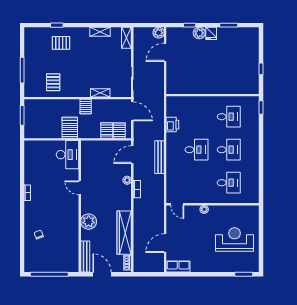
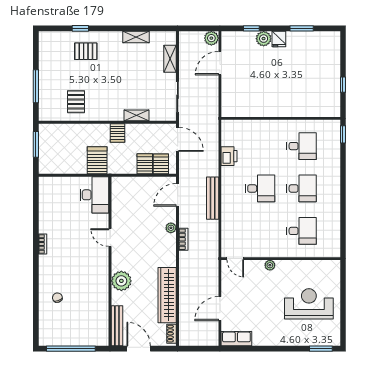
shelving: (126, 38) -> (170, 59), moved

